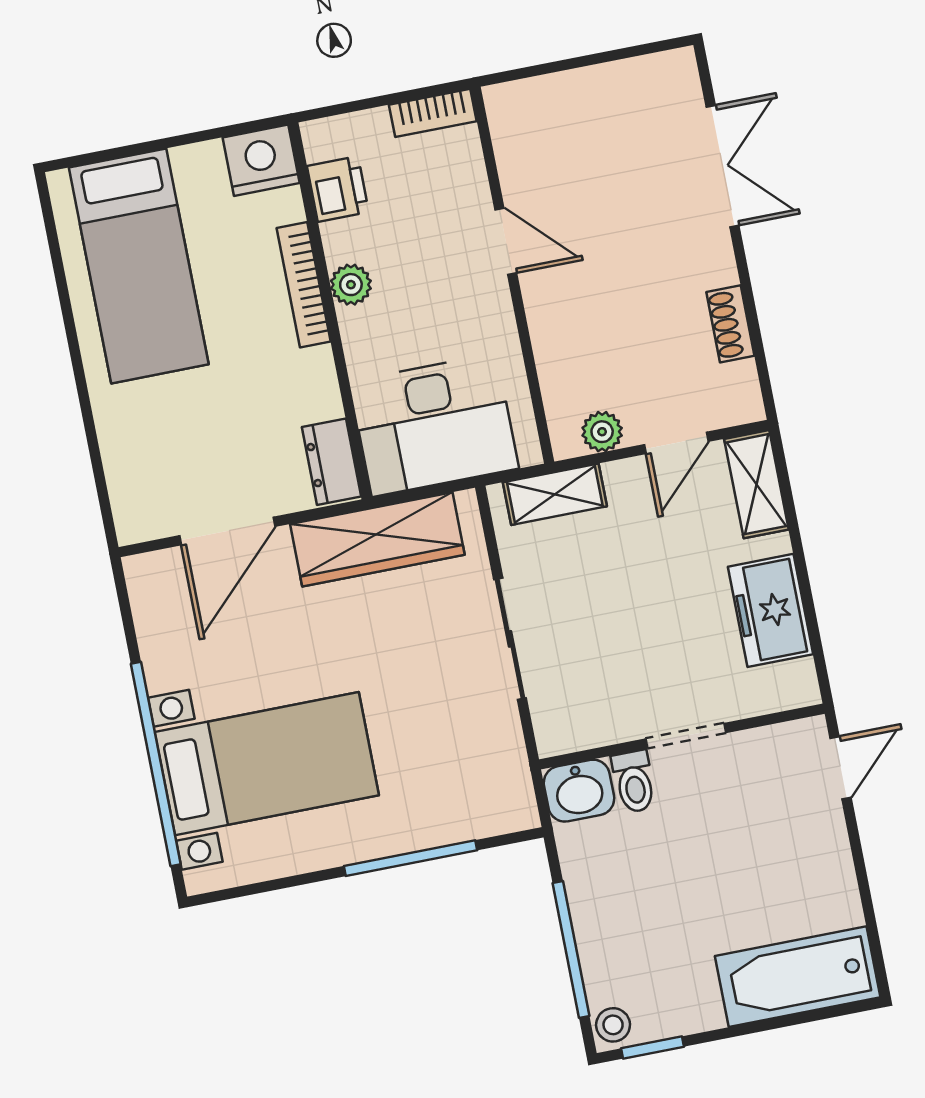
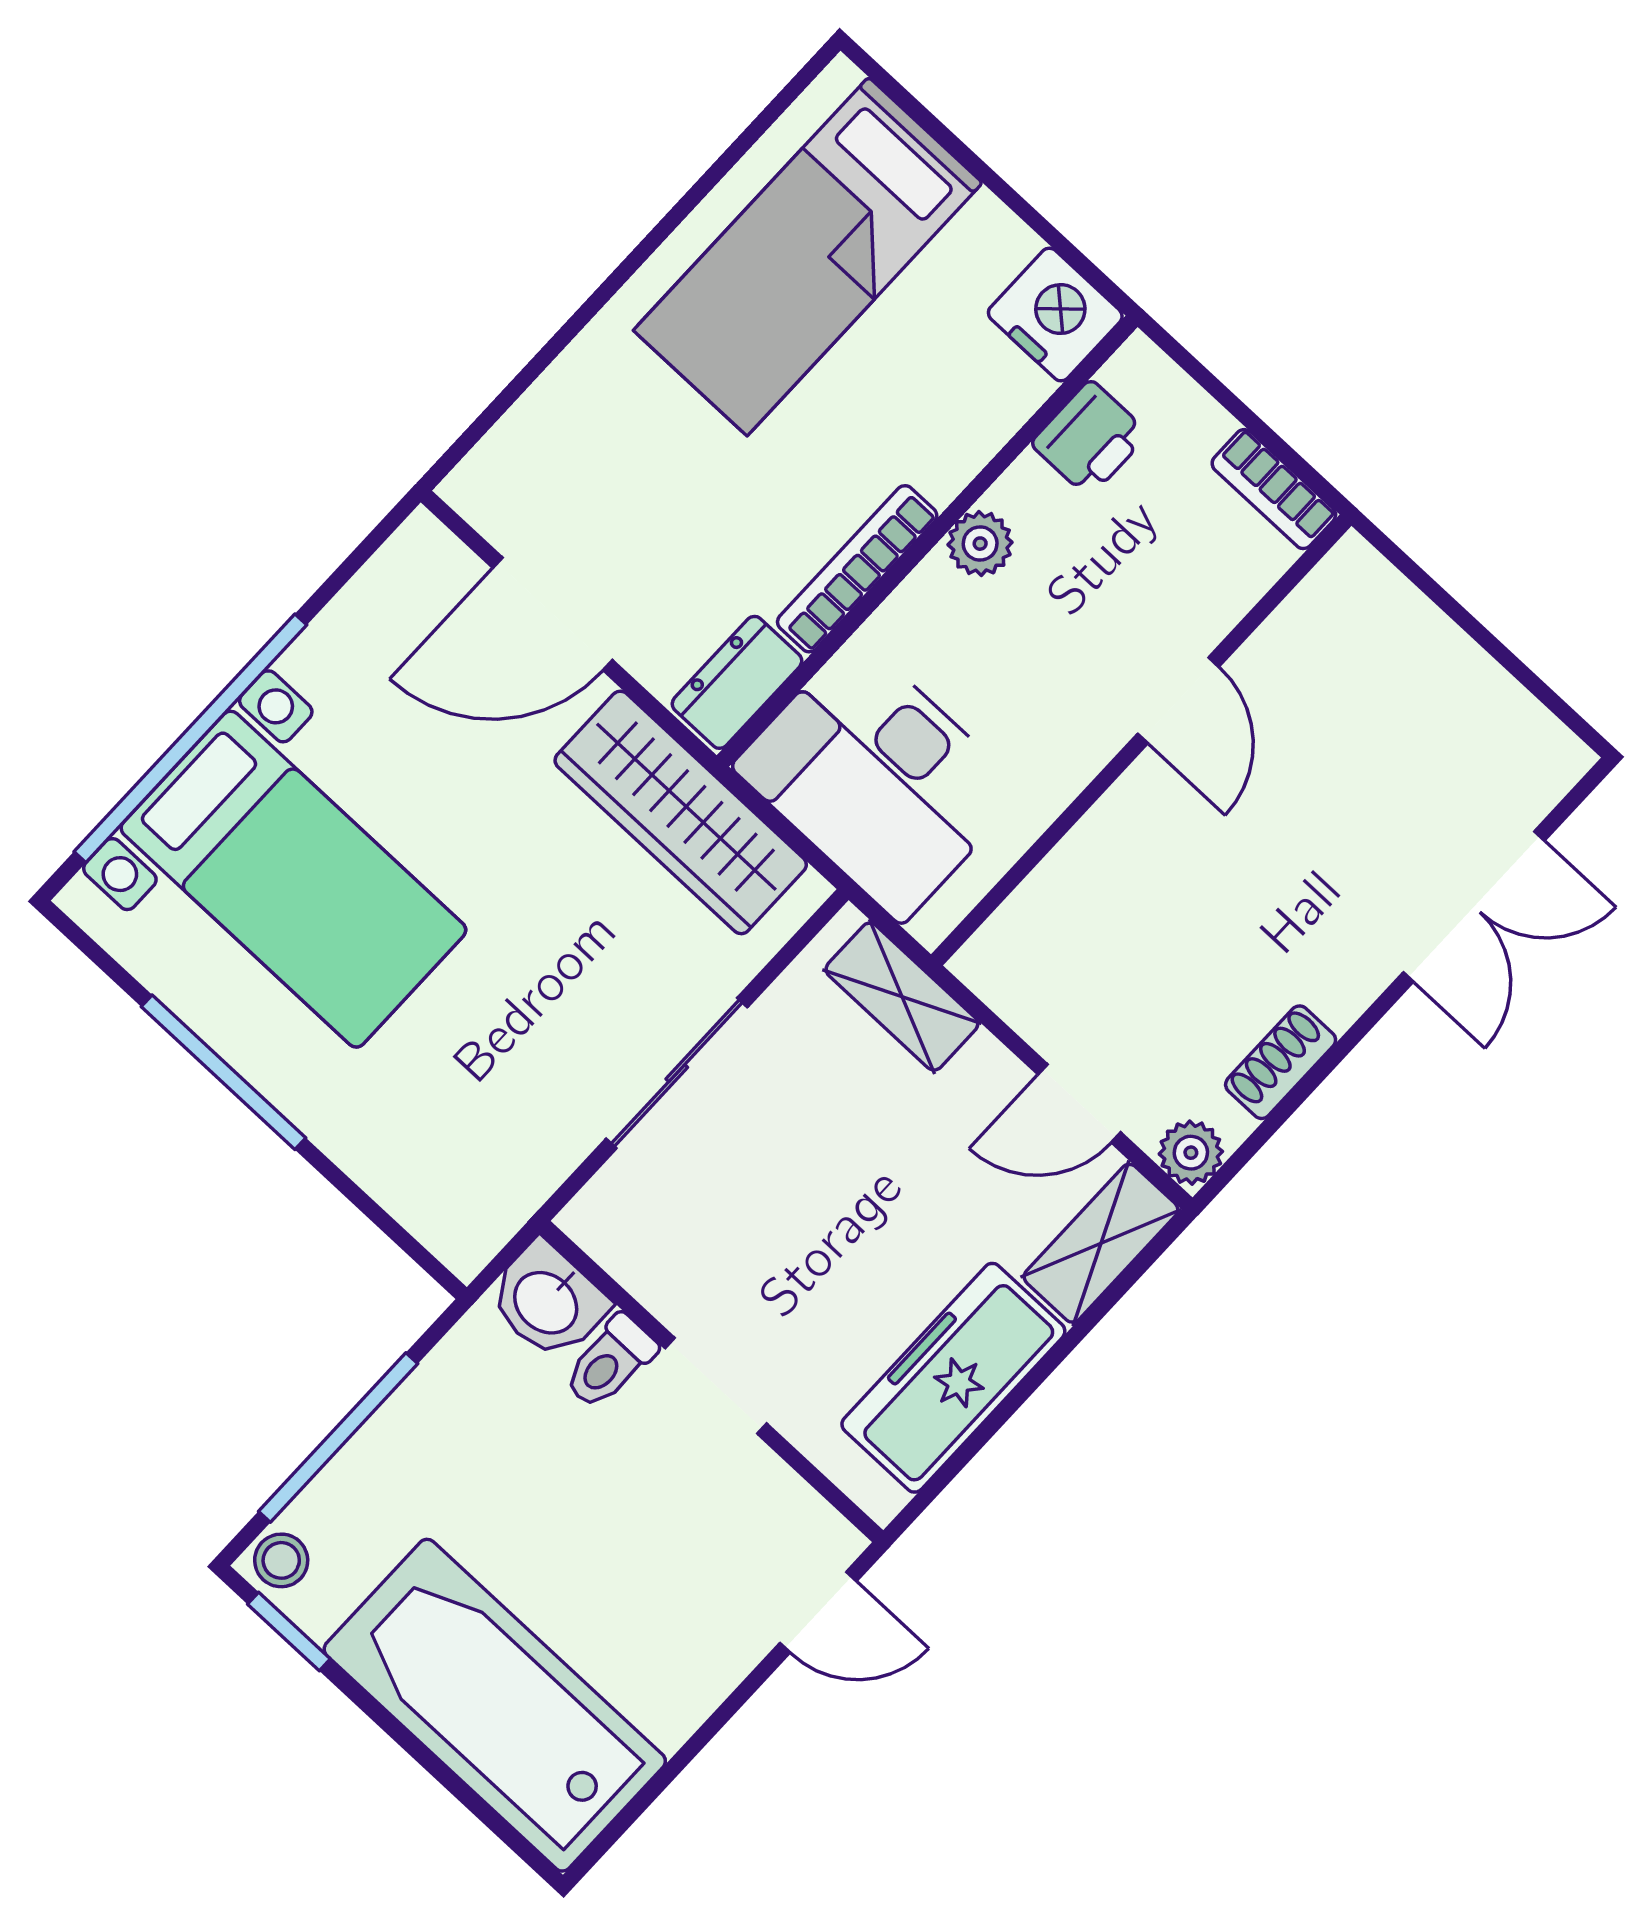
bookcase: (304, 285) -> (857, 569), moved
plant: (602, 432) -> (1191, 1153), moved
freezer: (770, 610) -> (953, 1378), width x1.40
window: (411, 858) -> (224, 1072), moved
bathtub: (798, 977) -> (495, 1705), width x1.36, depth x1.36

